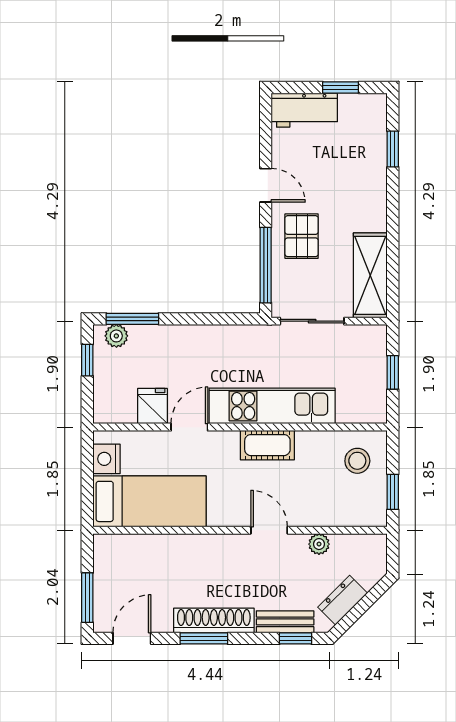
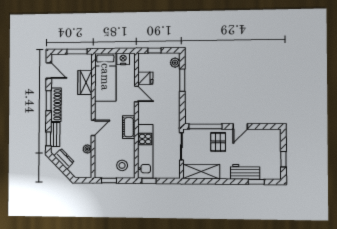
workbench: (304, 110) -> (245, 172), moved, turned 90
pallet: (302, 236) -> (218, 142), turned 90
window: (132, 319) -> (182, 80), moved
window: (87, 360) -> (155, 51), moved
window: (393, 372) -> (149, 181), moved
kitchen unit: (272, 406) -> (145, 151), moved
wardrobe: (161, 550) -> (85, 82), added
window: (87, 598) -> (77, 52), moved

